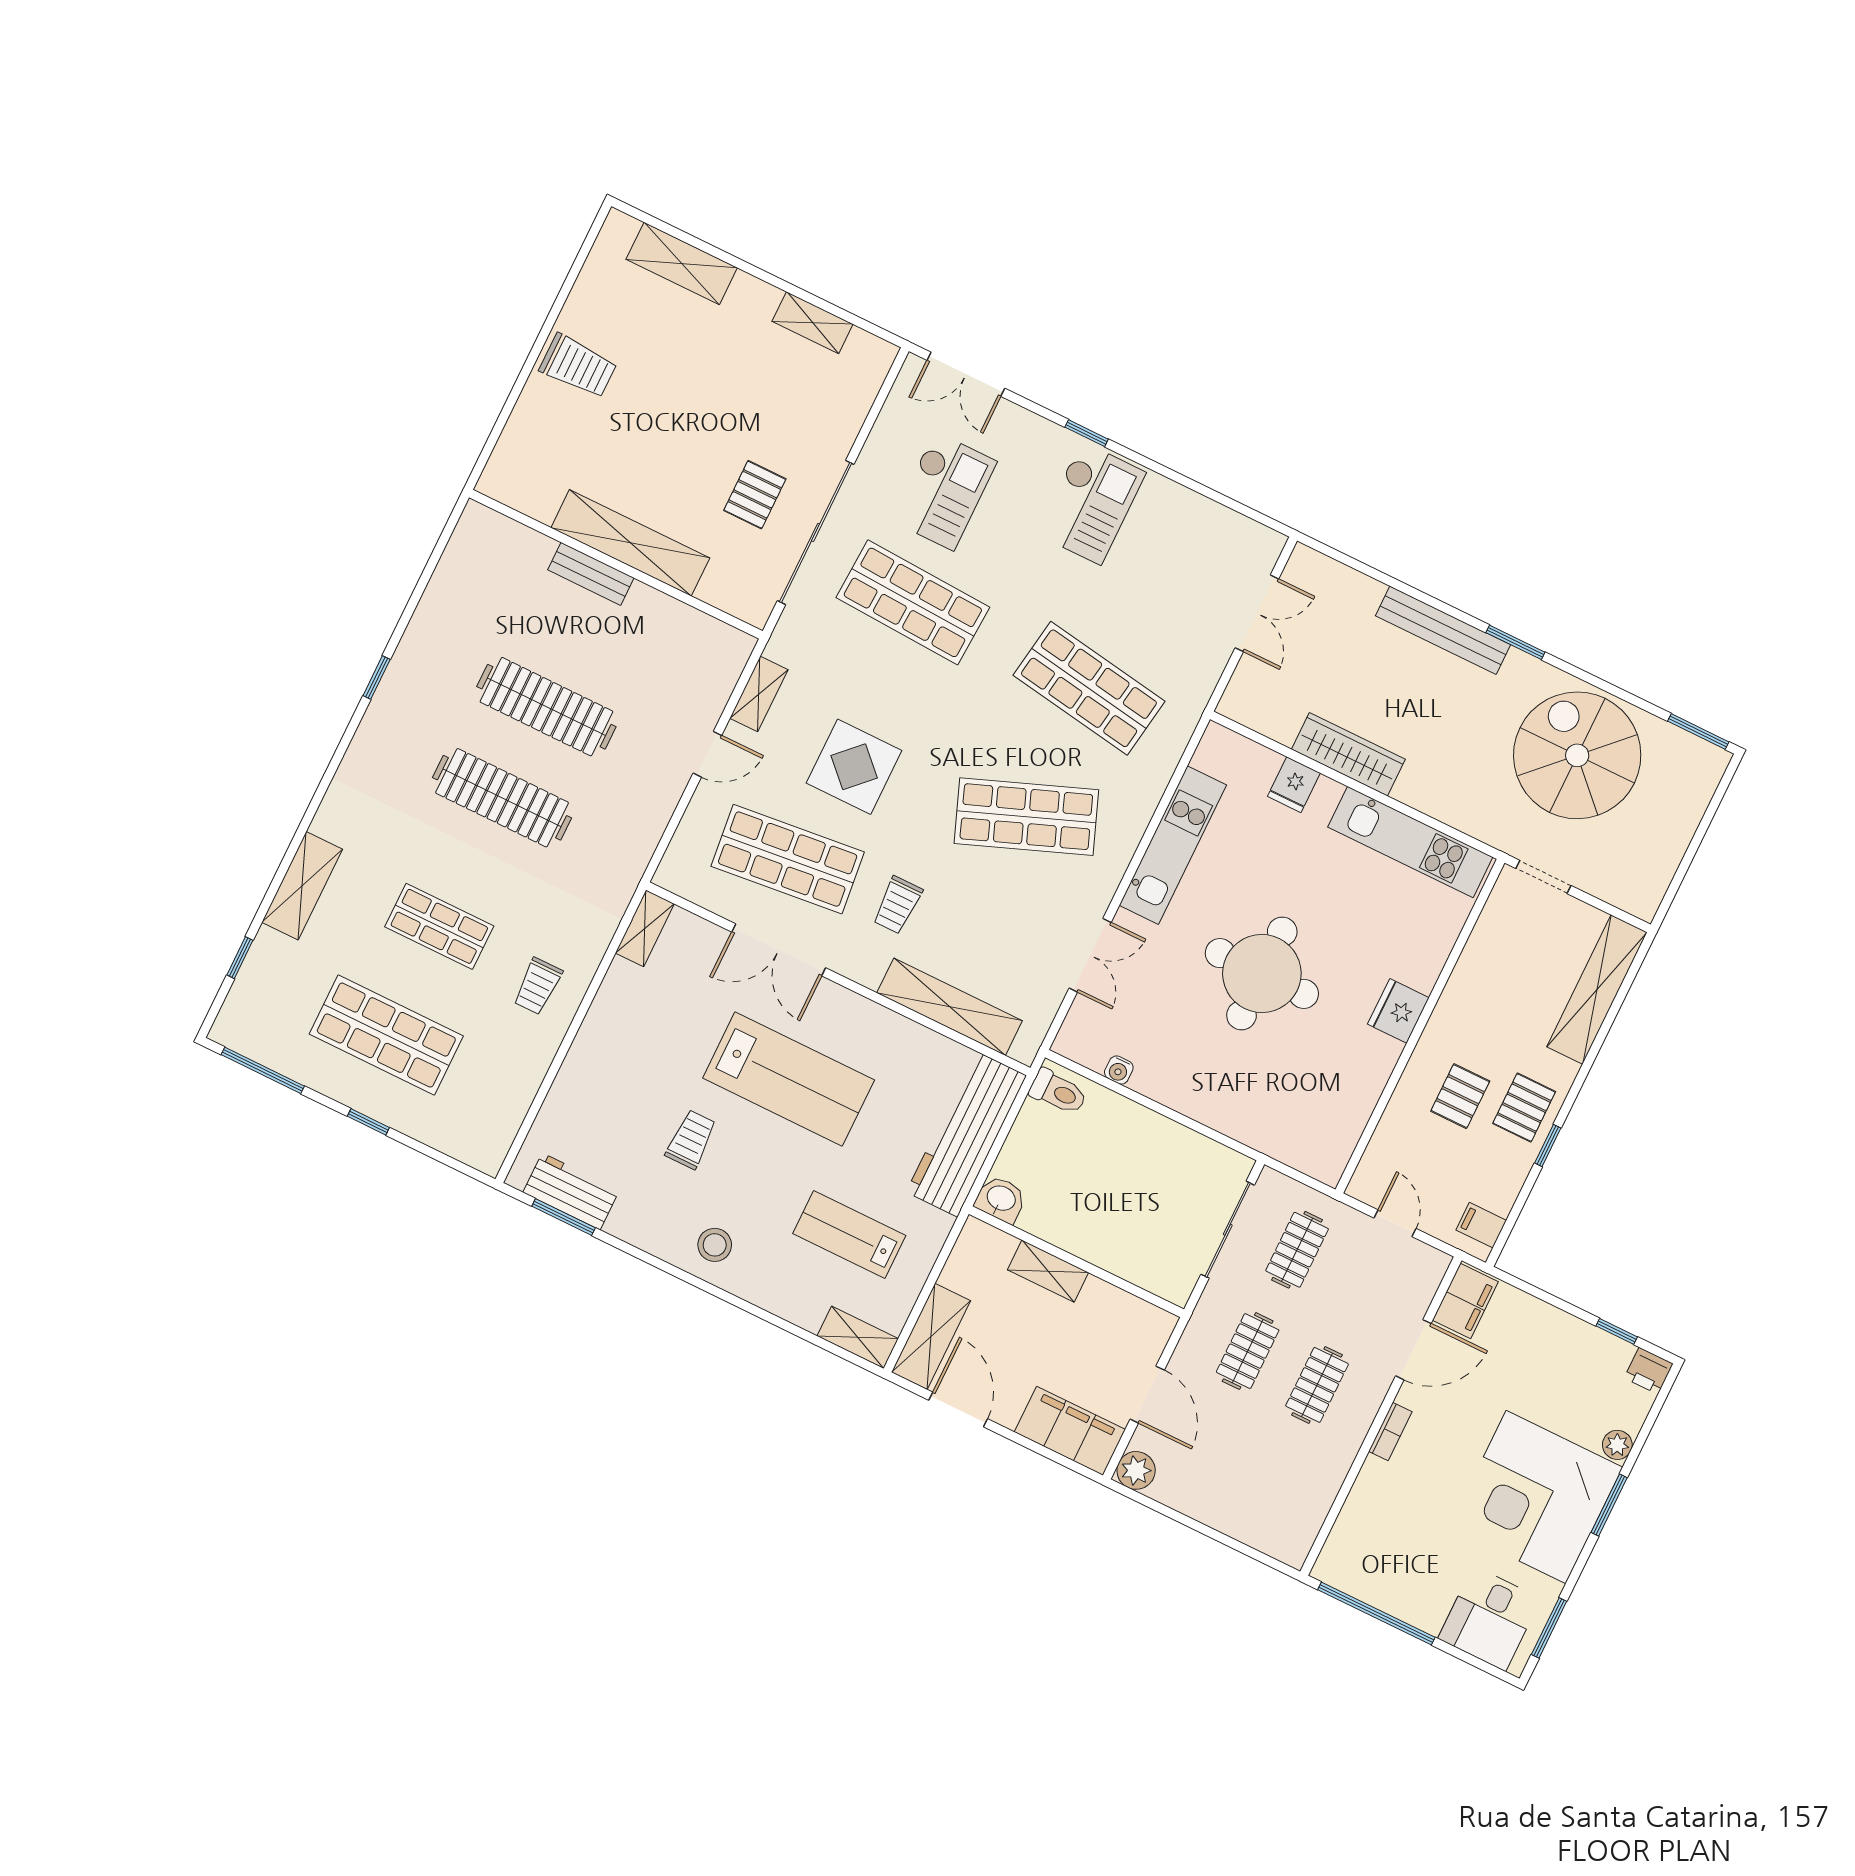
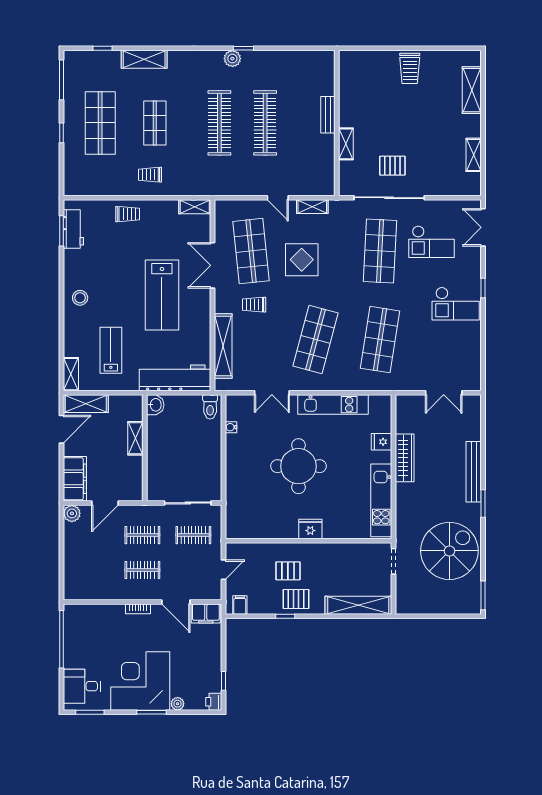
shelving: (630, 543) -> (346, 144), width x0.45, depth x0.75
plant: (386, 709) -> (232, 59), added
shop shelf: (1026, 817) -> (316, 340), turned 36
trolley: (691, 1139) -> (128, 214), moved

